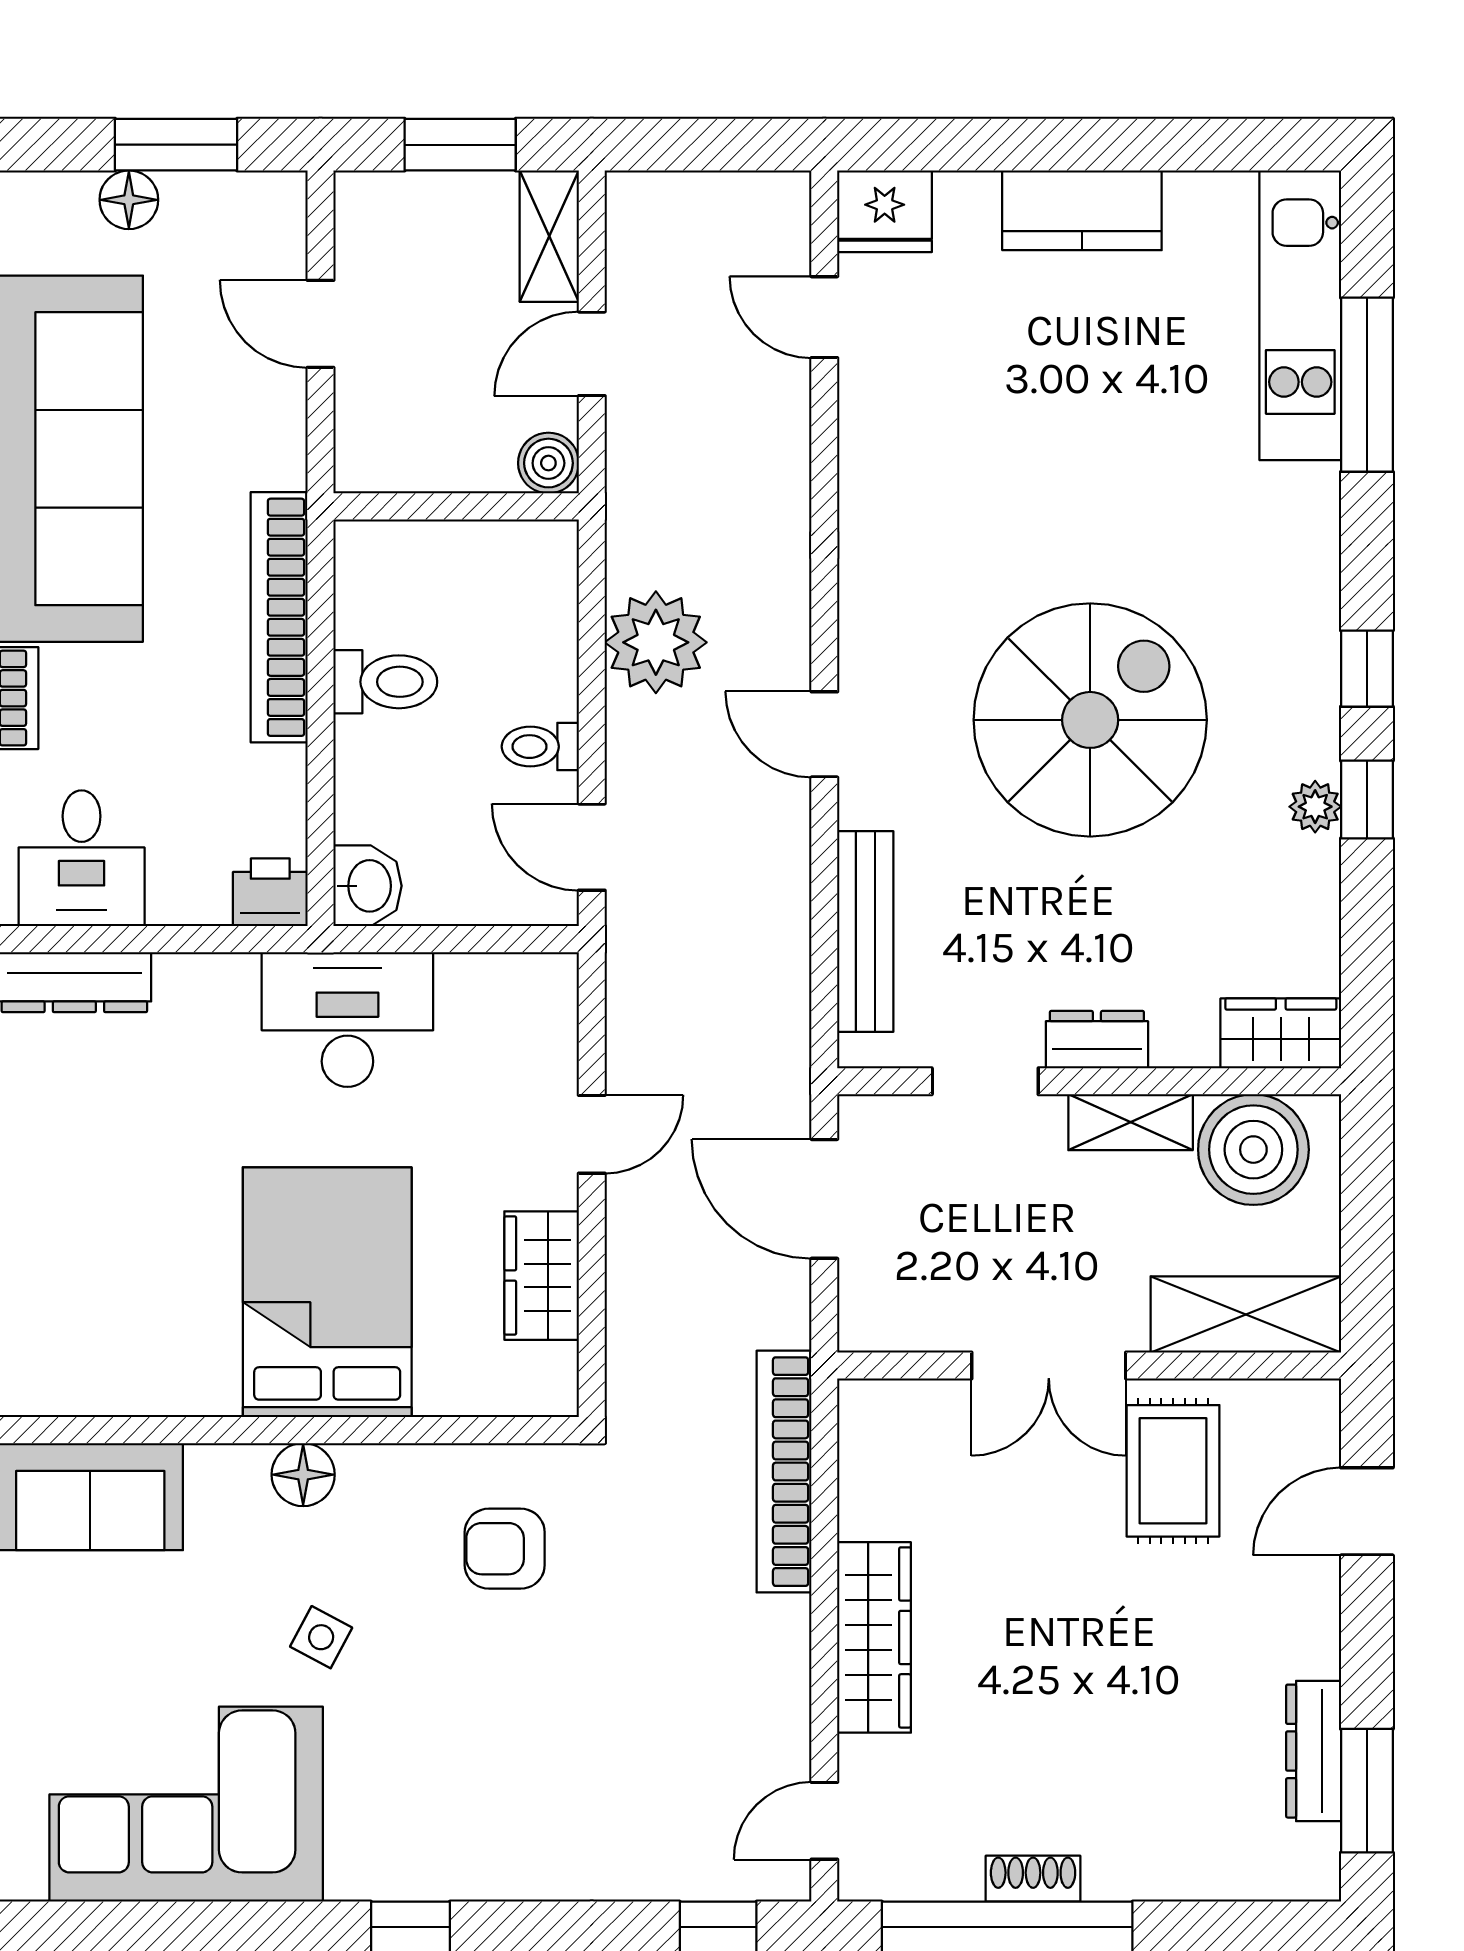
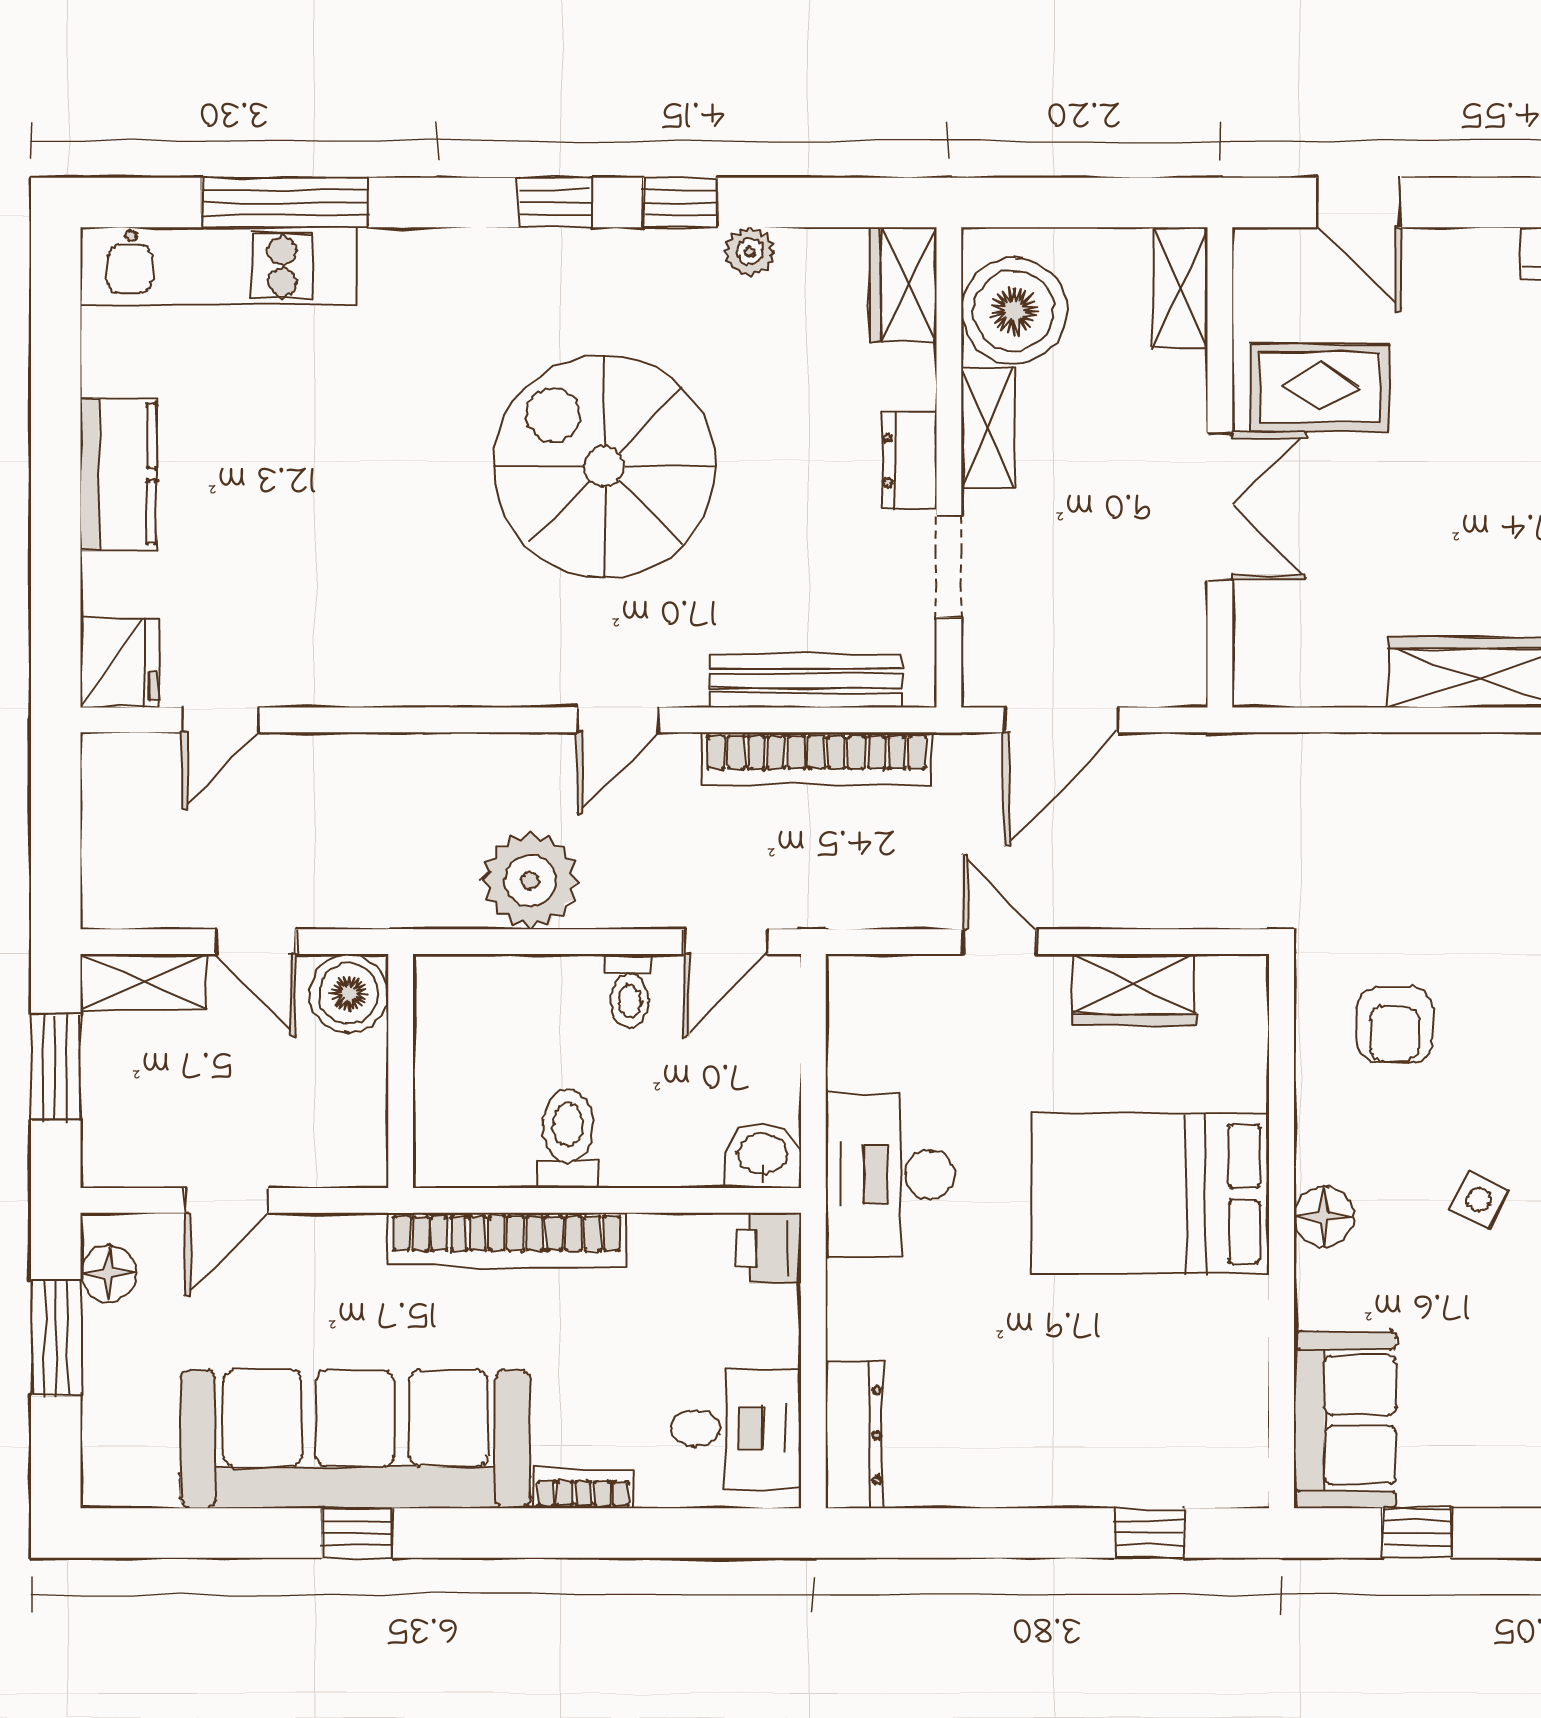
floor lamp: (129, 200) -> (108, 1273), moved
boiler: (548, 463) -> (349, 994), width x1.36, depth x1.36
plant: (1315, 807) -> (750, 252), moved
shelving: (1246, 1314) -> (1180, 288), width x0.67, depth x0.75
bookcase: (784, 1472) -> (817, 758), moved

